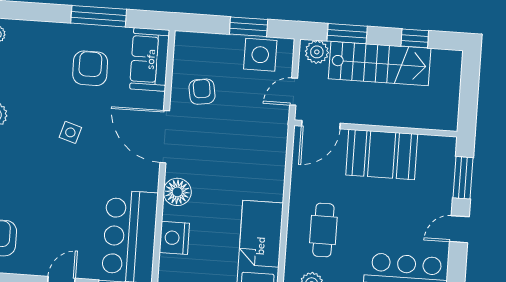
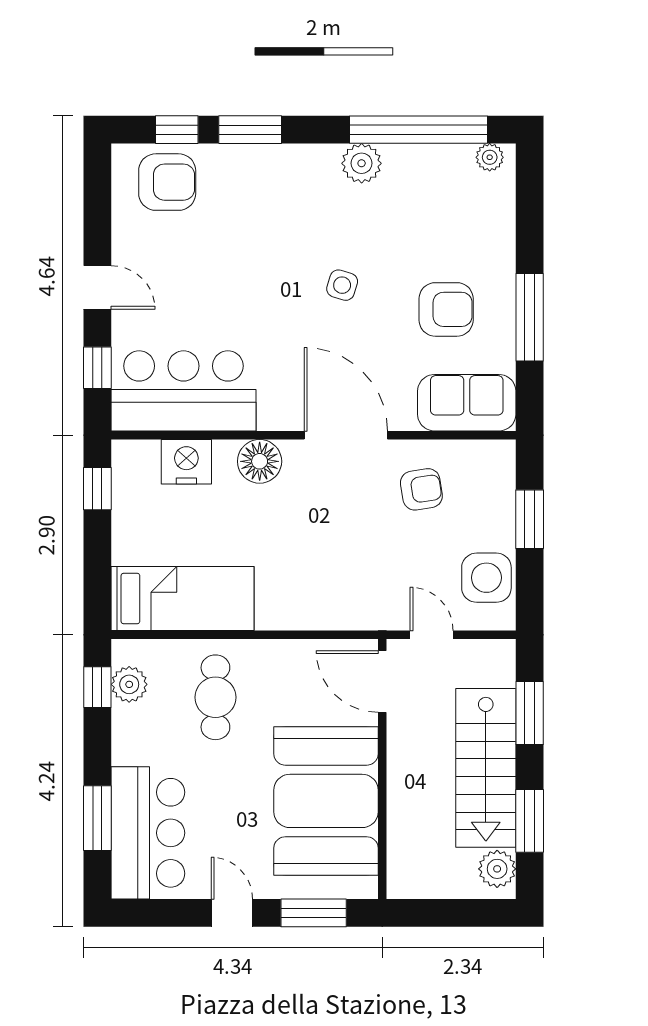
window: (249, 27) -> (530, 519), moved
window: (415, 38) -> (530, 821), width x1.50
plant: (317, 52) -> (497, 869), moved
door: (165, 137) -> (346, 435), hinge flipped
booth: (382, 155) -> (326, 801), width x1.36, depth x1.42
cafe table: (323, 230) -> (215, 697), turned 90

